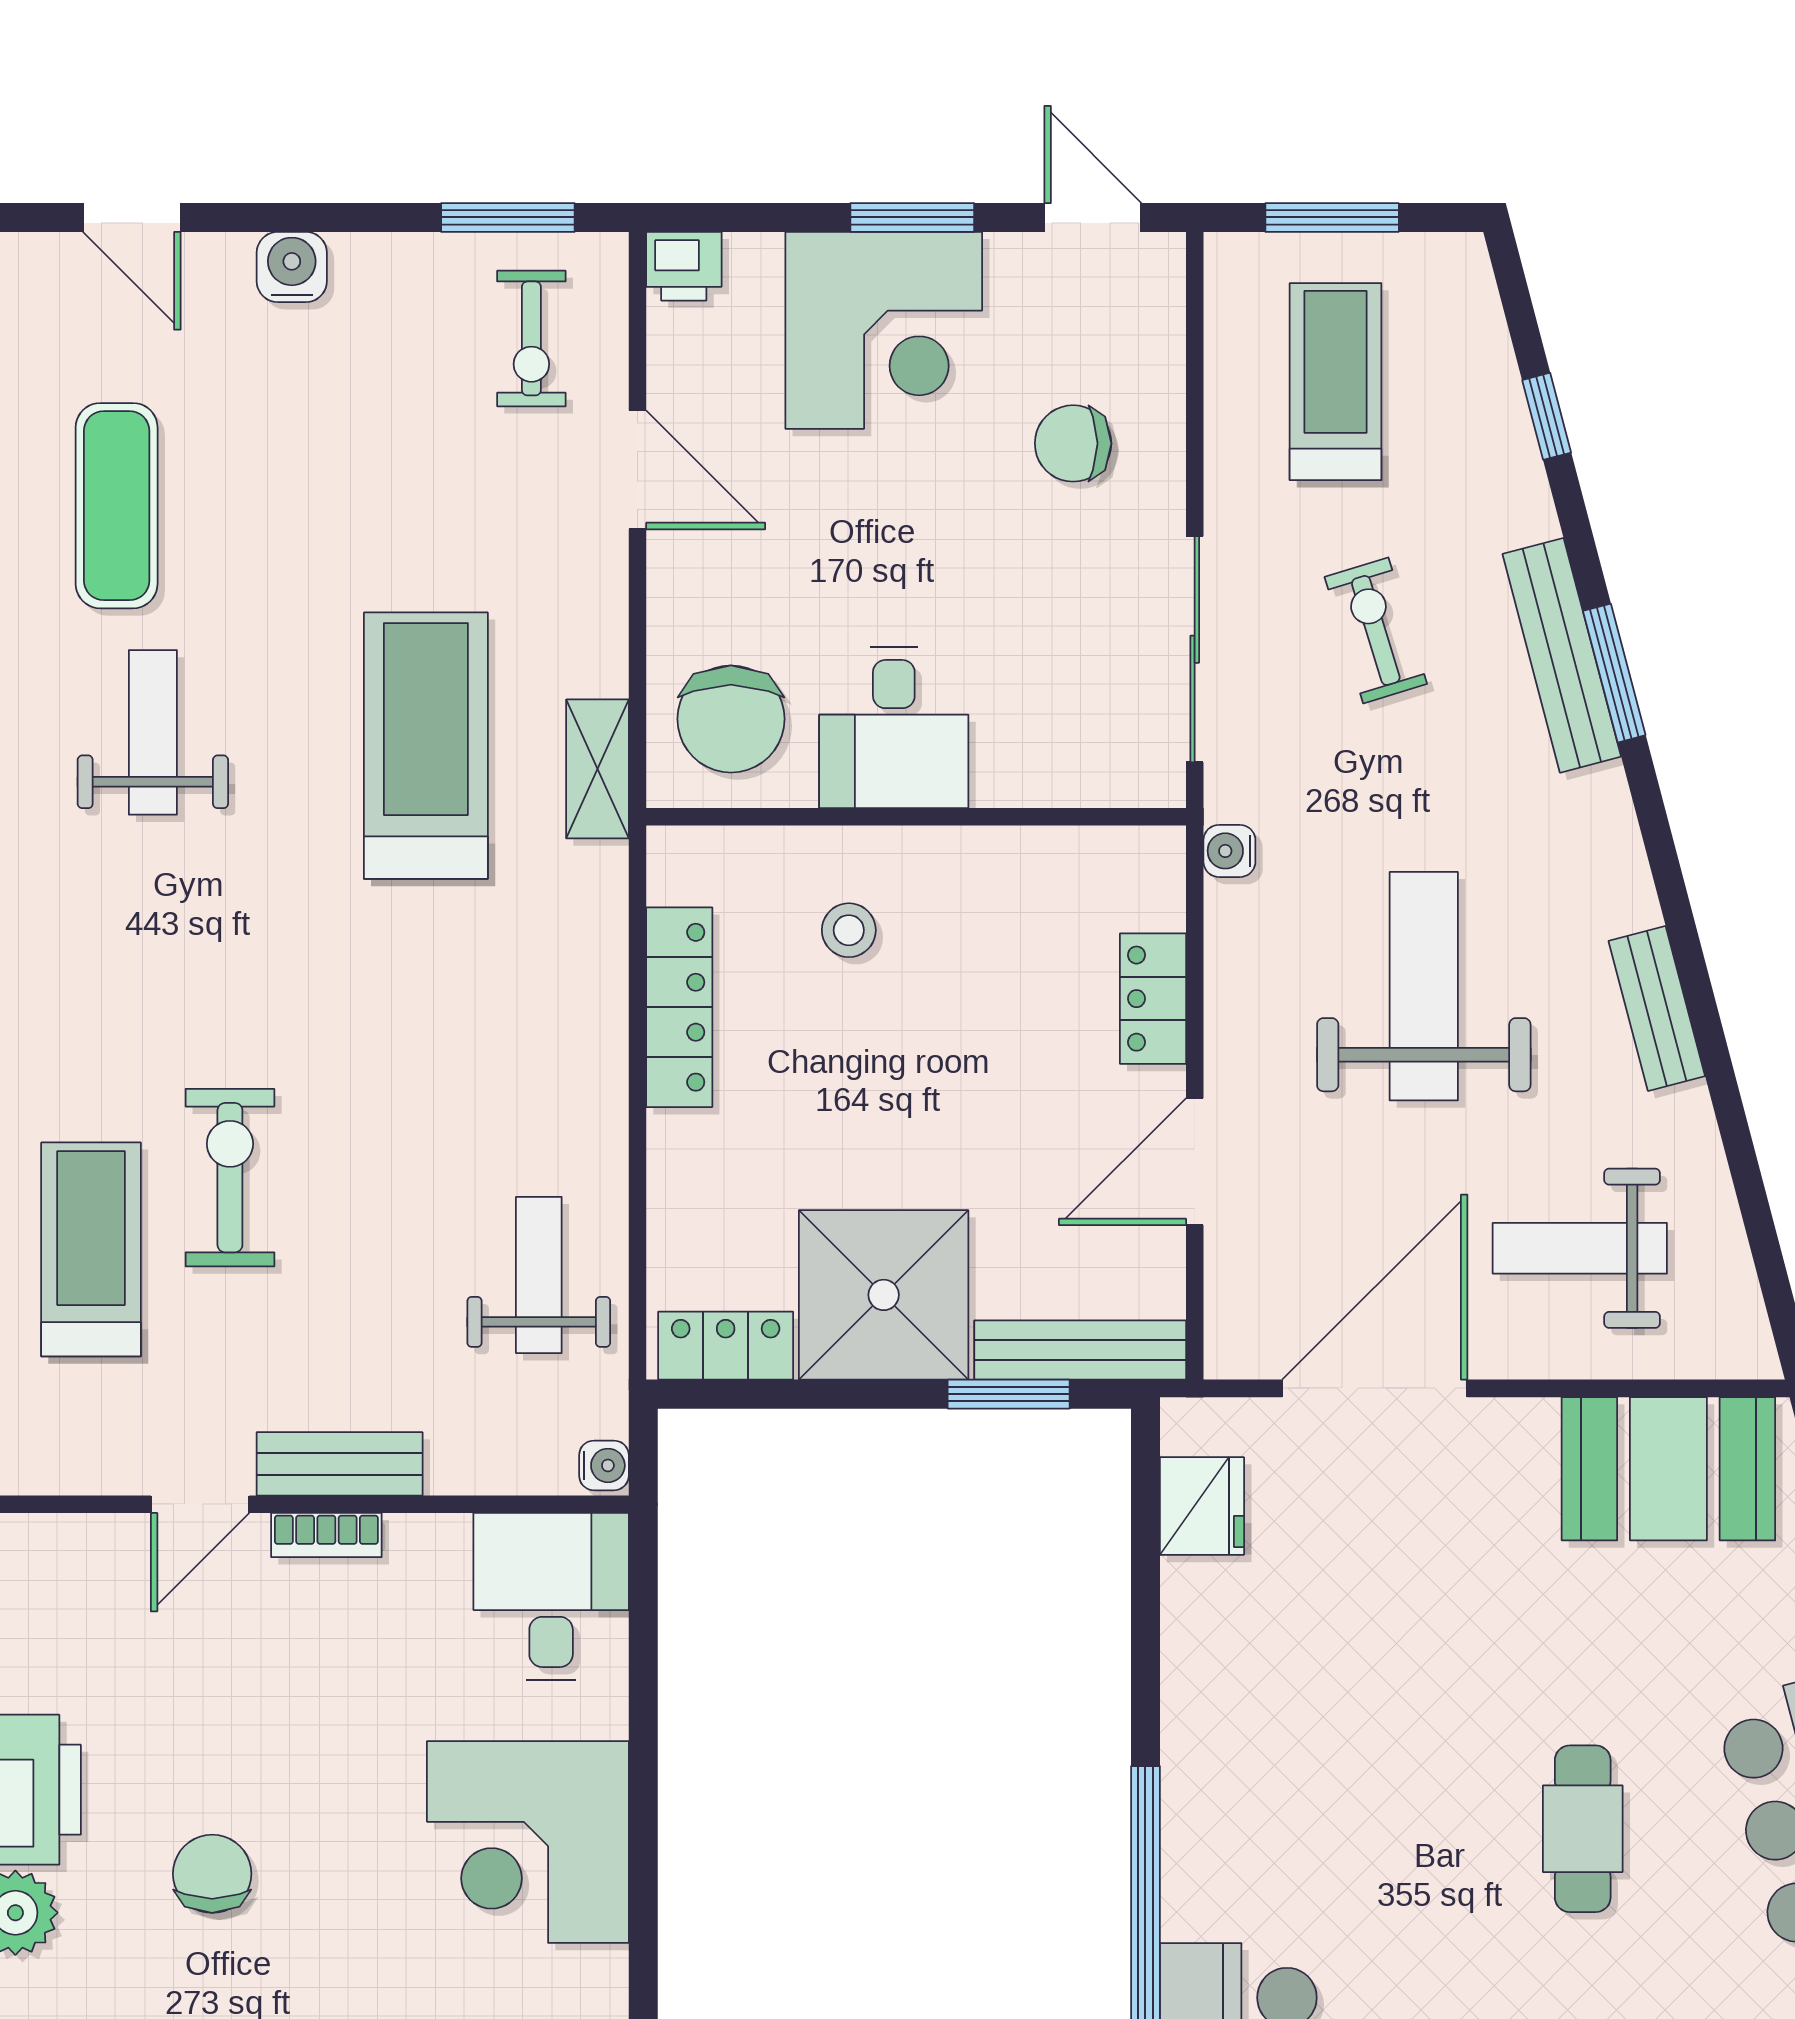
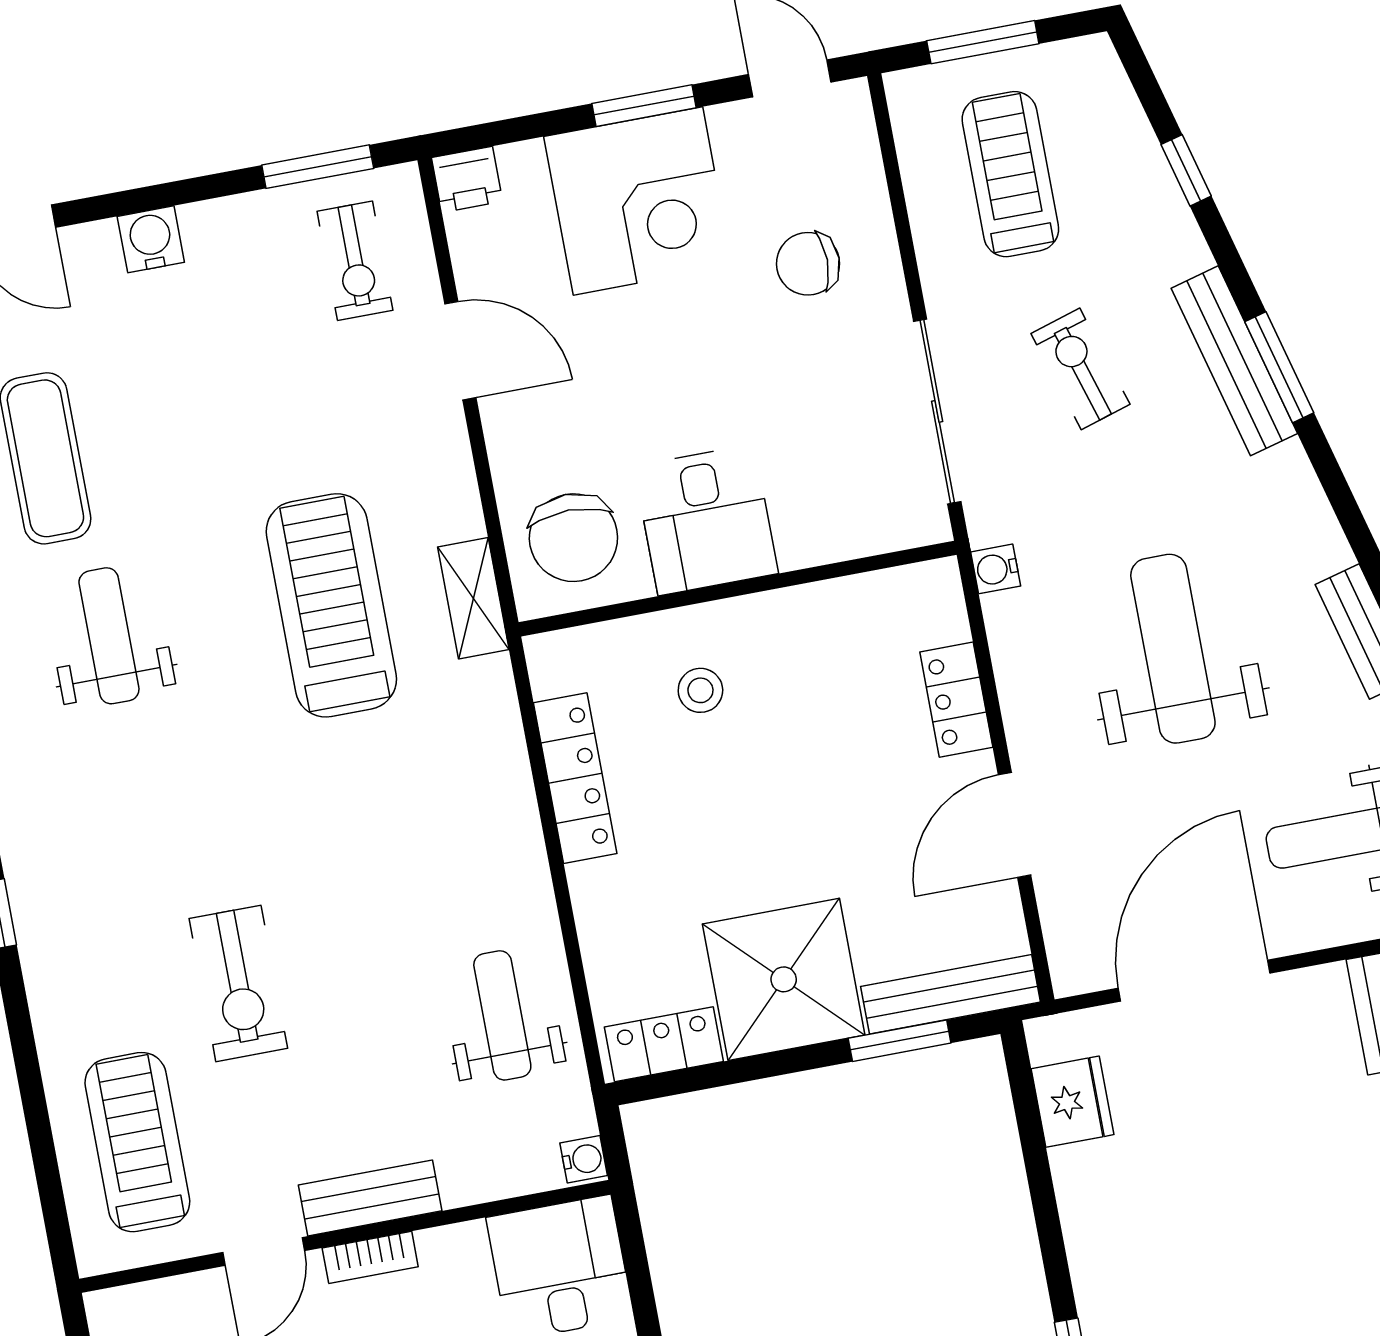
exercise bike: (230, 1178) -> (238, 983), turned 180
treadmill: (91, 1249) -> (137, 1142), moved

